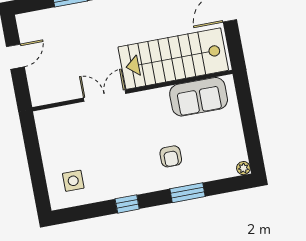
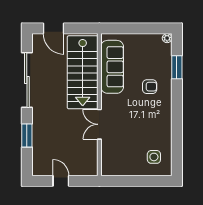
sofa: (199, 97) -> (112, 67), width x1.36
window: (187, 193) -> (177, 67), moved
window: (127, 204) -> (177, 123), removed

